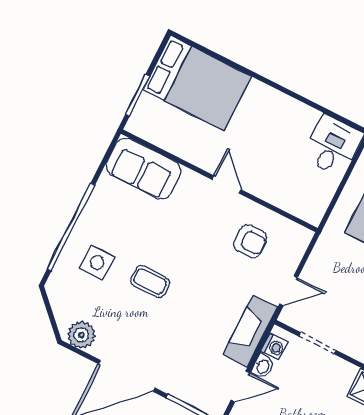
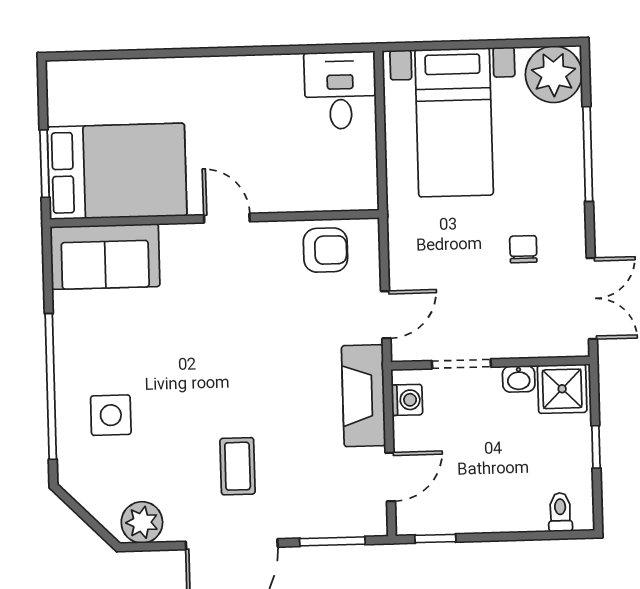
bed: (197, 83) -> (117, 171), moved
armchair: (250, 241) -> (325, 250), moved
coffee table: (150, 282) -> (238, 466), moved, turned 90
washbasin: (263, 367) -> (519, 379), moved, turned 90

